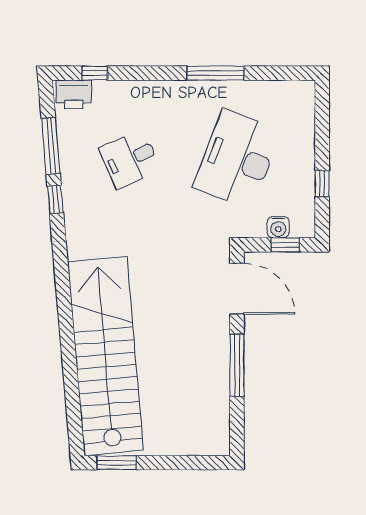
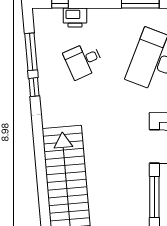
printer: (74, 94) -> (75, 17), moved

